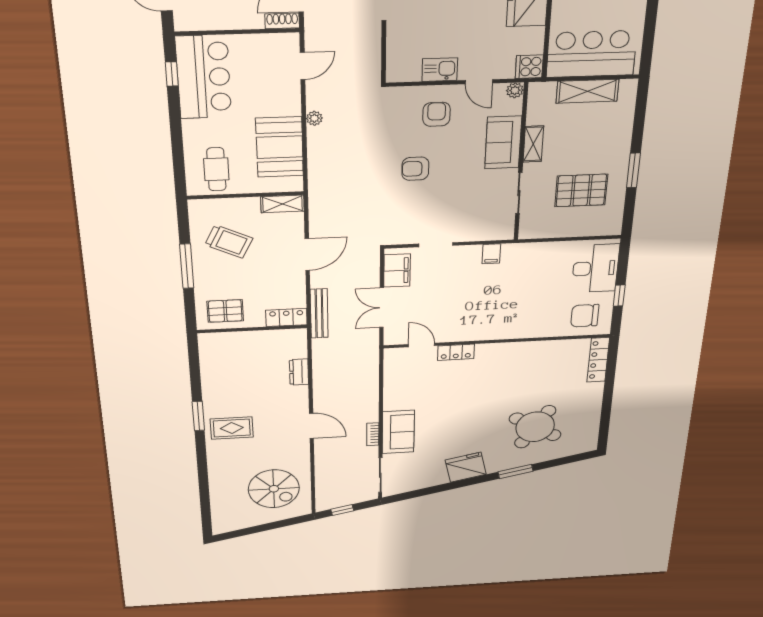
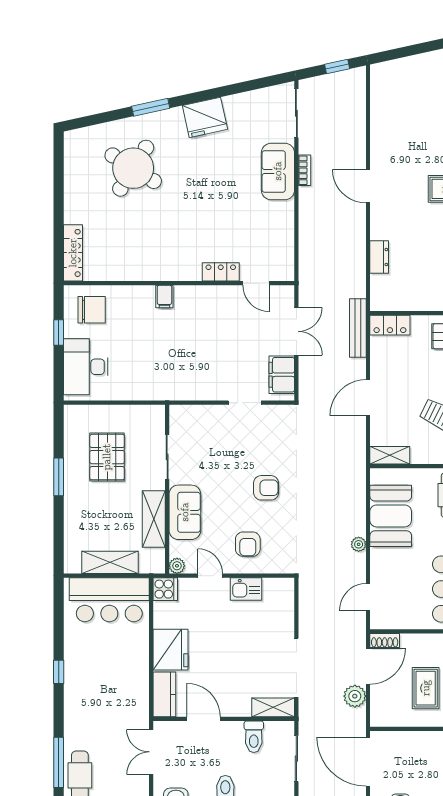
shelving: (533, 144) -> (154, 519), width x1.50, depth x1.33
pallet: (581, 190) -> (107, 457), turned 90
filing cabinet: (491, 254) -> (164, 296), moved, turned 180
spiral stairs: (274, 489) -> (409, 103), removed

